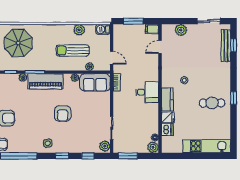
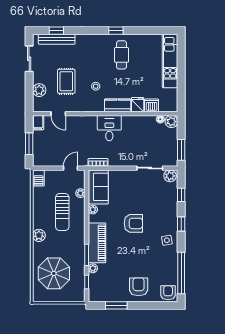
plant: (79, 30) -> (39, 235), moved
rug: (189, 54) -> (66, 81), added

